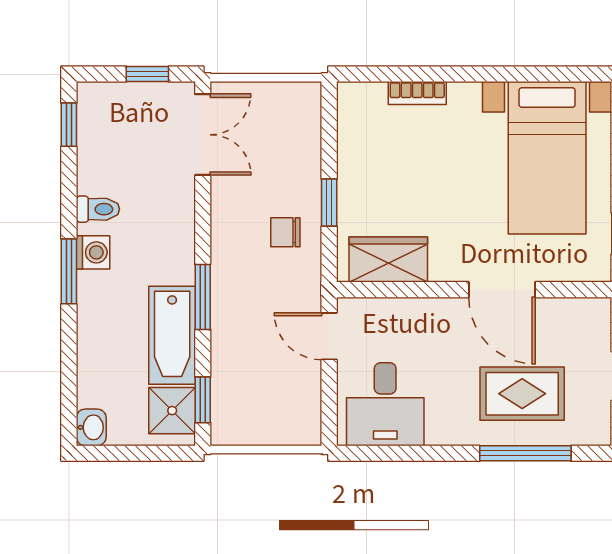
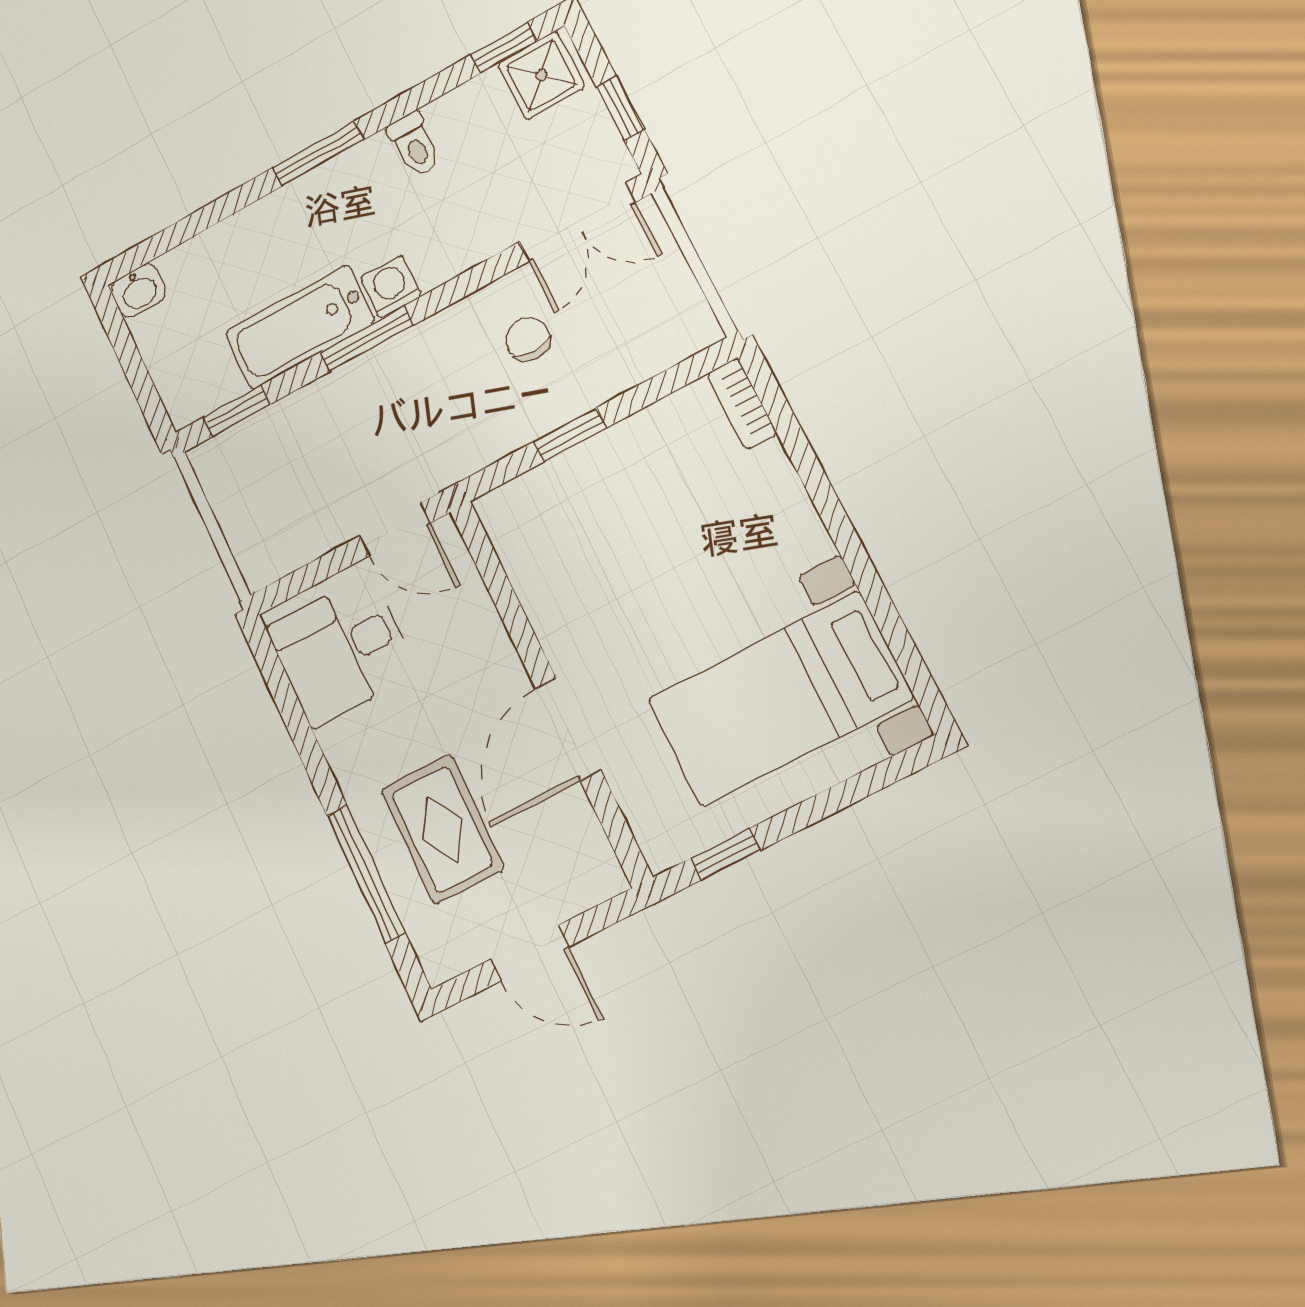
bookcase: (417, 93) -> (742, 404), moved
chair: (285, 232) -> (528, 339), moved
washing machine: (93, 252) -> (391, 287), moved, turned 180
wardrobe: (388, 260) -> (533, 554), removed
door: (329, 336) -> (395, 529), swing flipped
shower: (172, 411) -> (541, 75), moved

